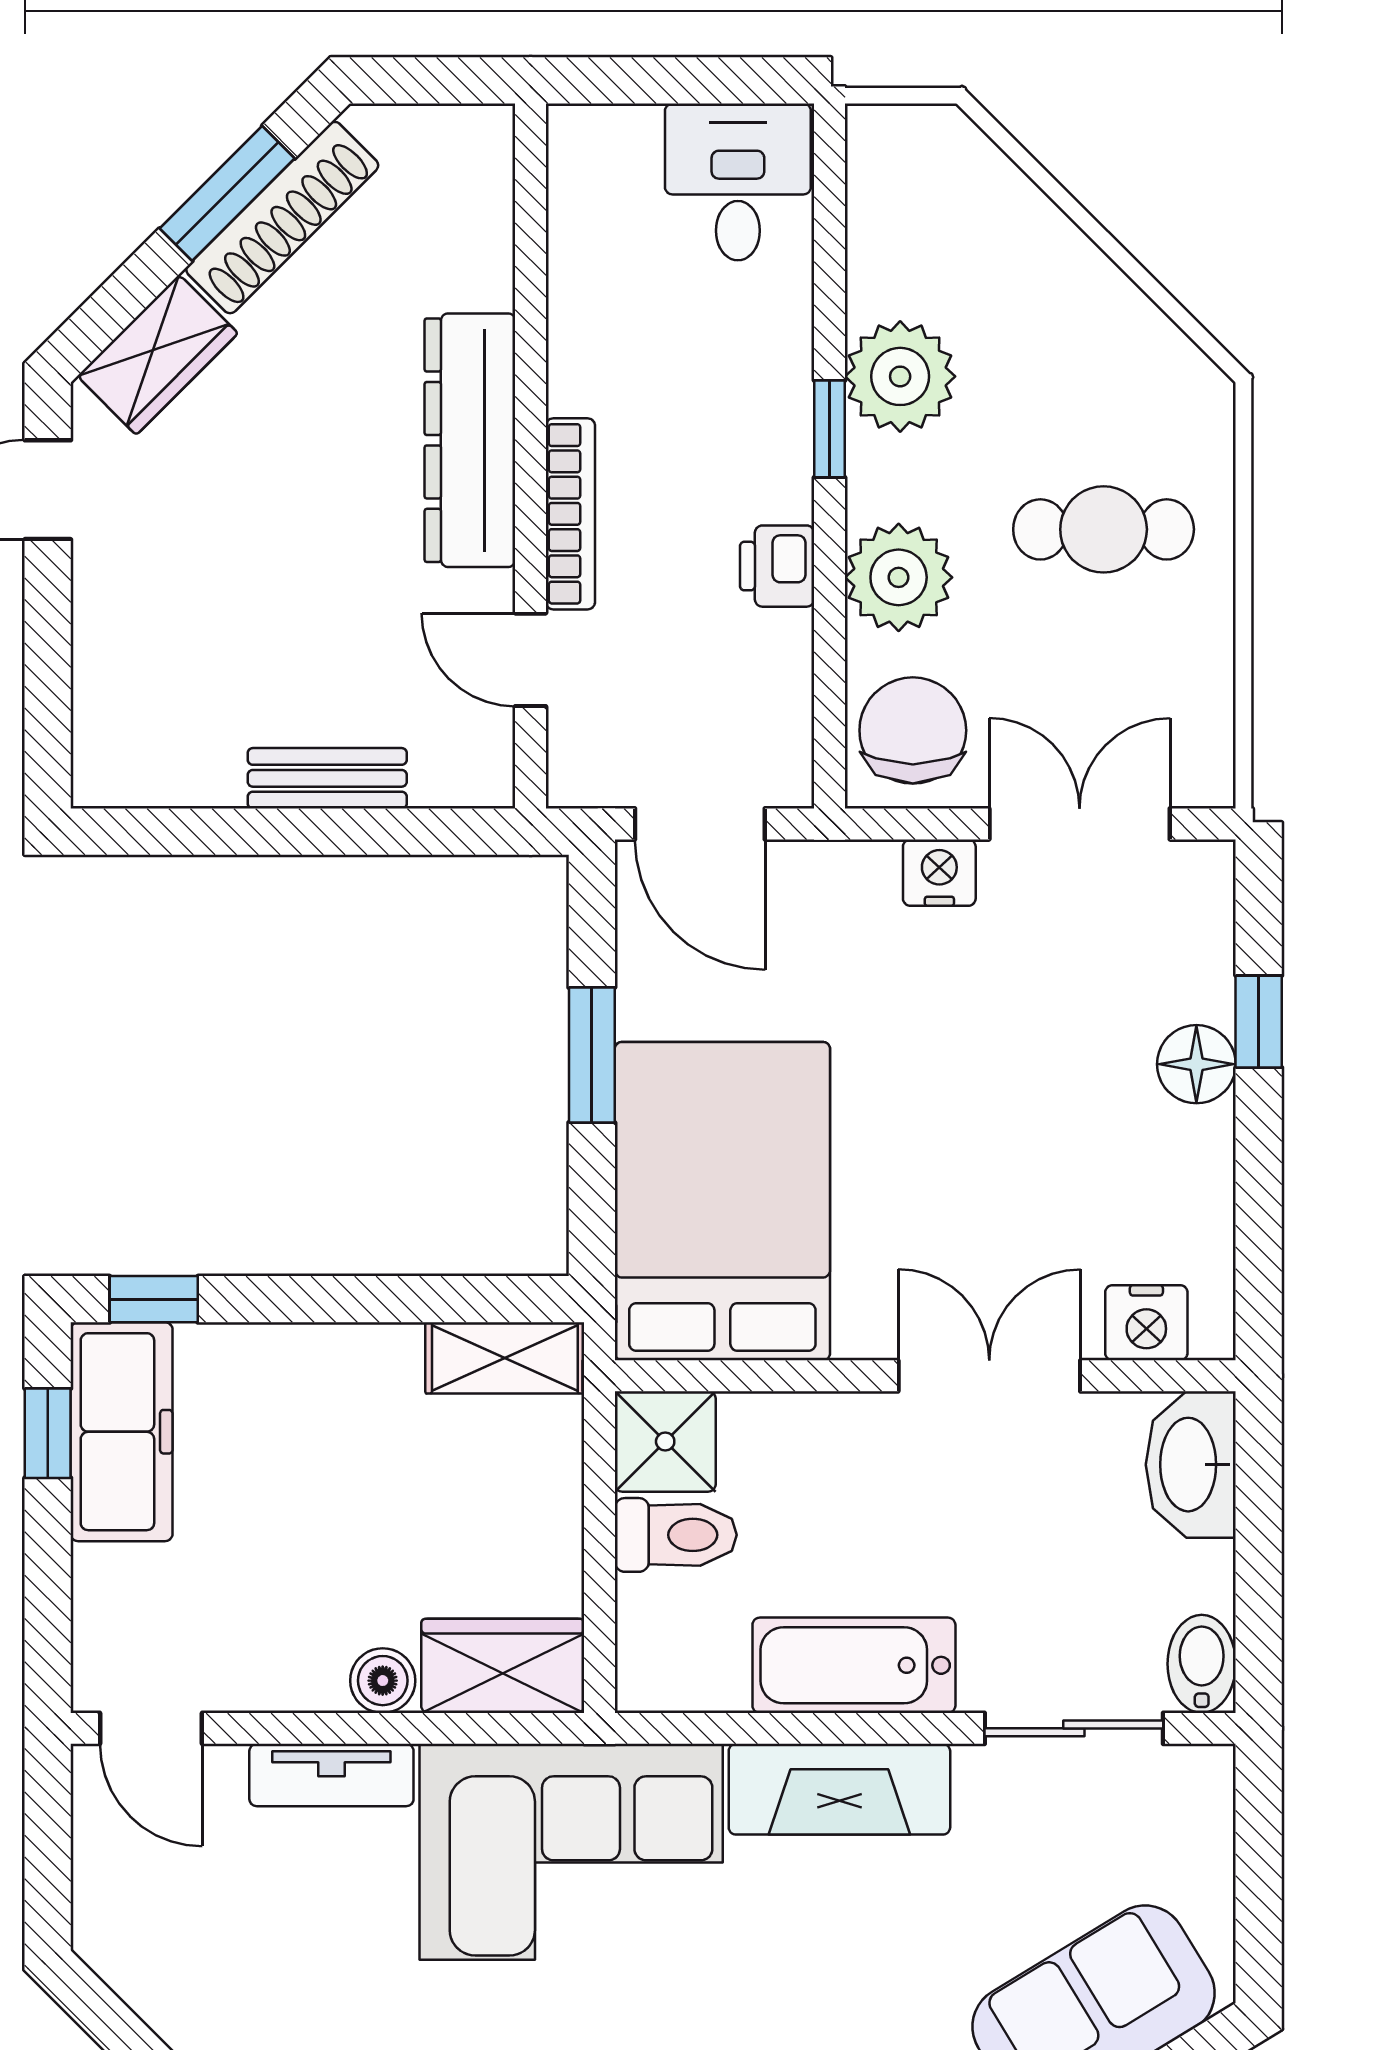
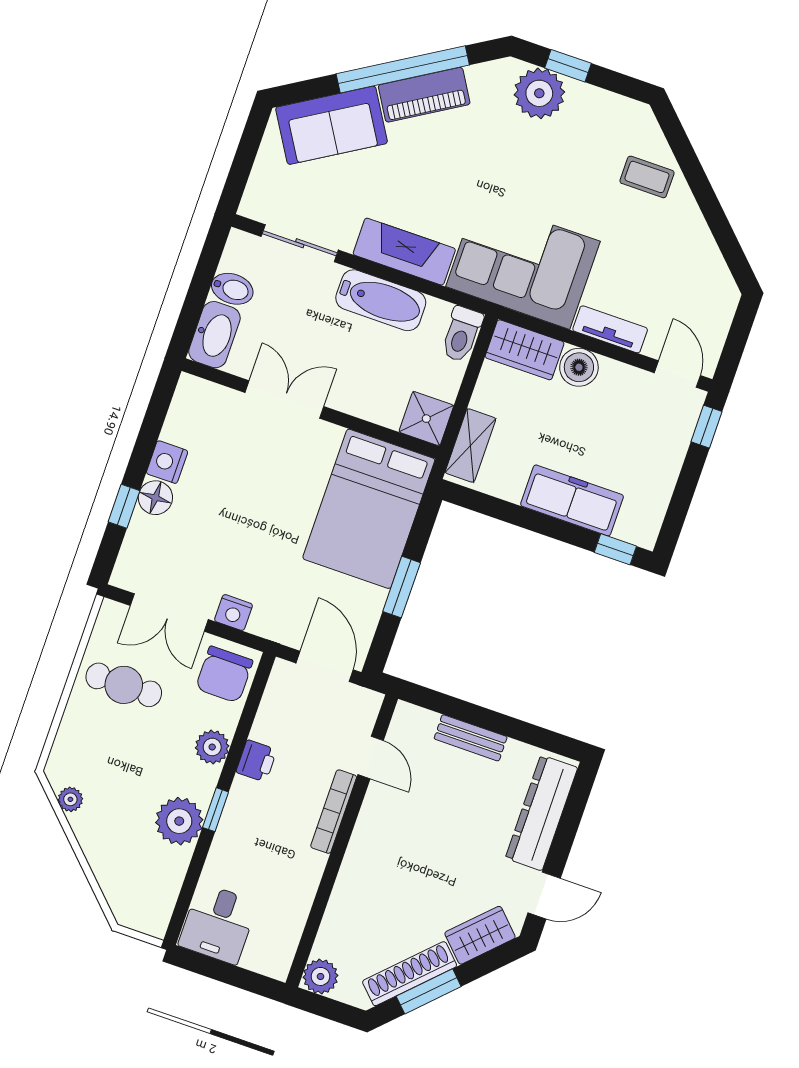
plant: (475, 144) -> (320, 976), added
plant: (1154, 342) -> (70, 799), added
dresser: (470, 440) -> (541, 813), moved, turned 180
cafe table: (1104, 529) -> (124, 685), moved
plant: (899, 577) -> (212, 747), width x0.73, depth x0.73
nightstand: (1146, 1323) -> (167, 462), moved, turned -90
shelving: (505, 1358) -> (470, 446), moved, turned 90
double door: (989, 1376) -> (284, 400), swing flipped
freezer: (122, 1432) -> (572, 500), moved, turned 90
window: (48, 1433) -> (706, 427), moved
toilet: (676, 1535) -> (462, 334), moved, turned -90
bidet: (1202, 1664) -> (232, 289), moved, turned -90
boiler: (383, 1681) -> (579, 367), width x1.36, depth x1.36

